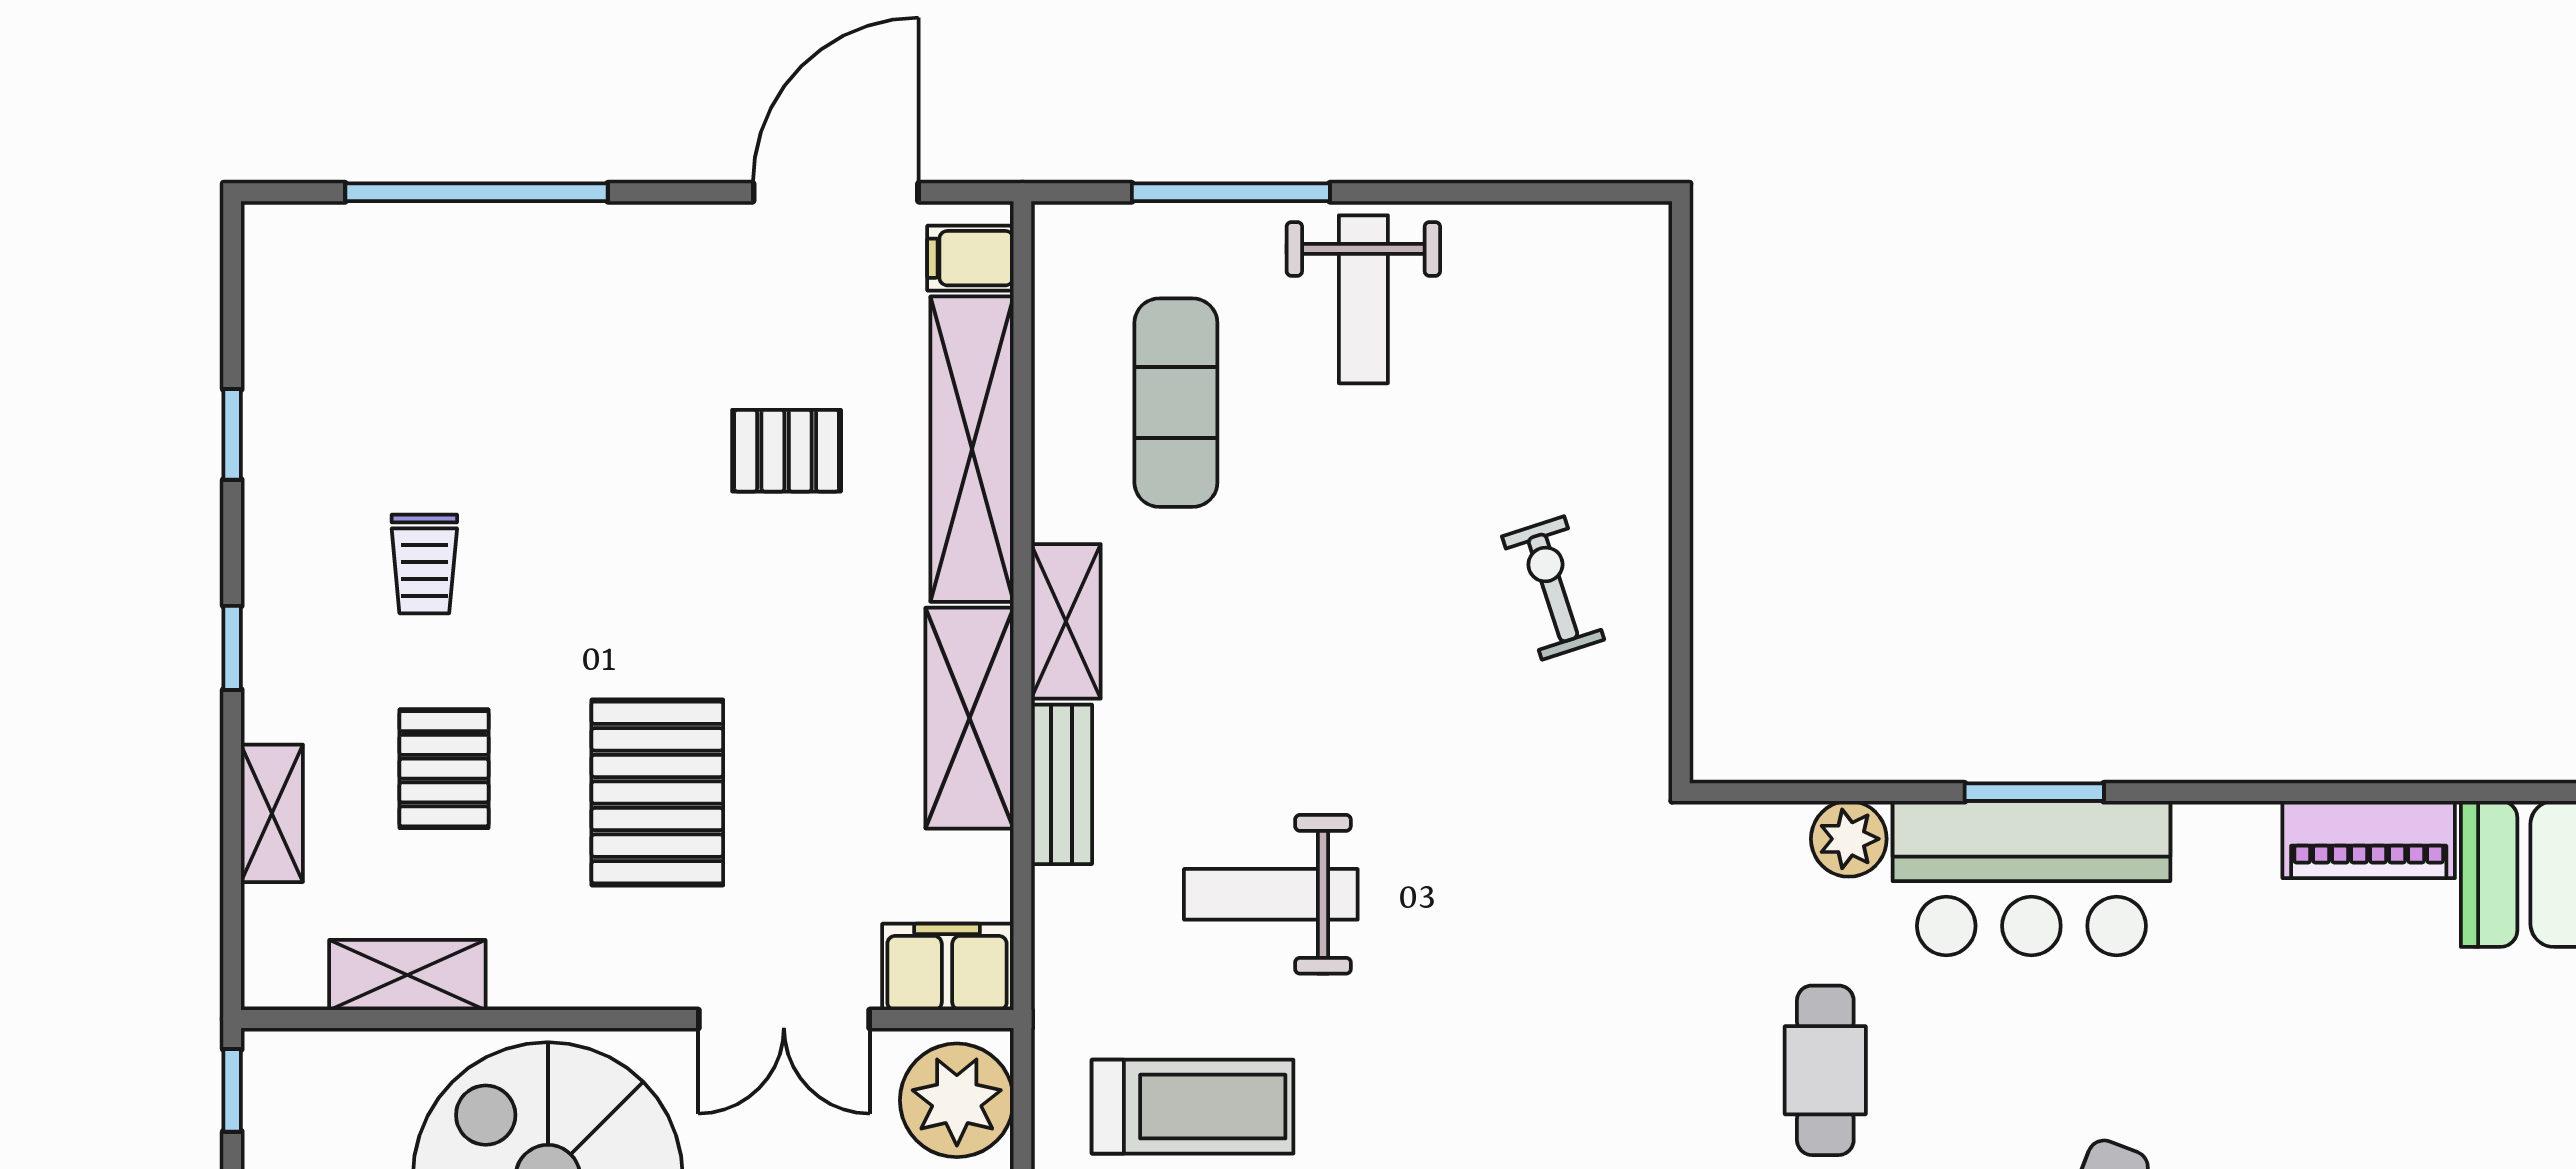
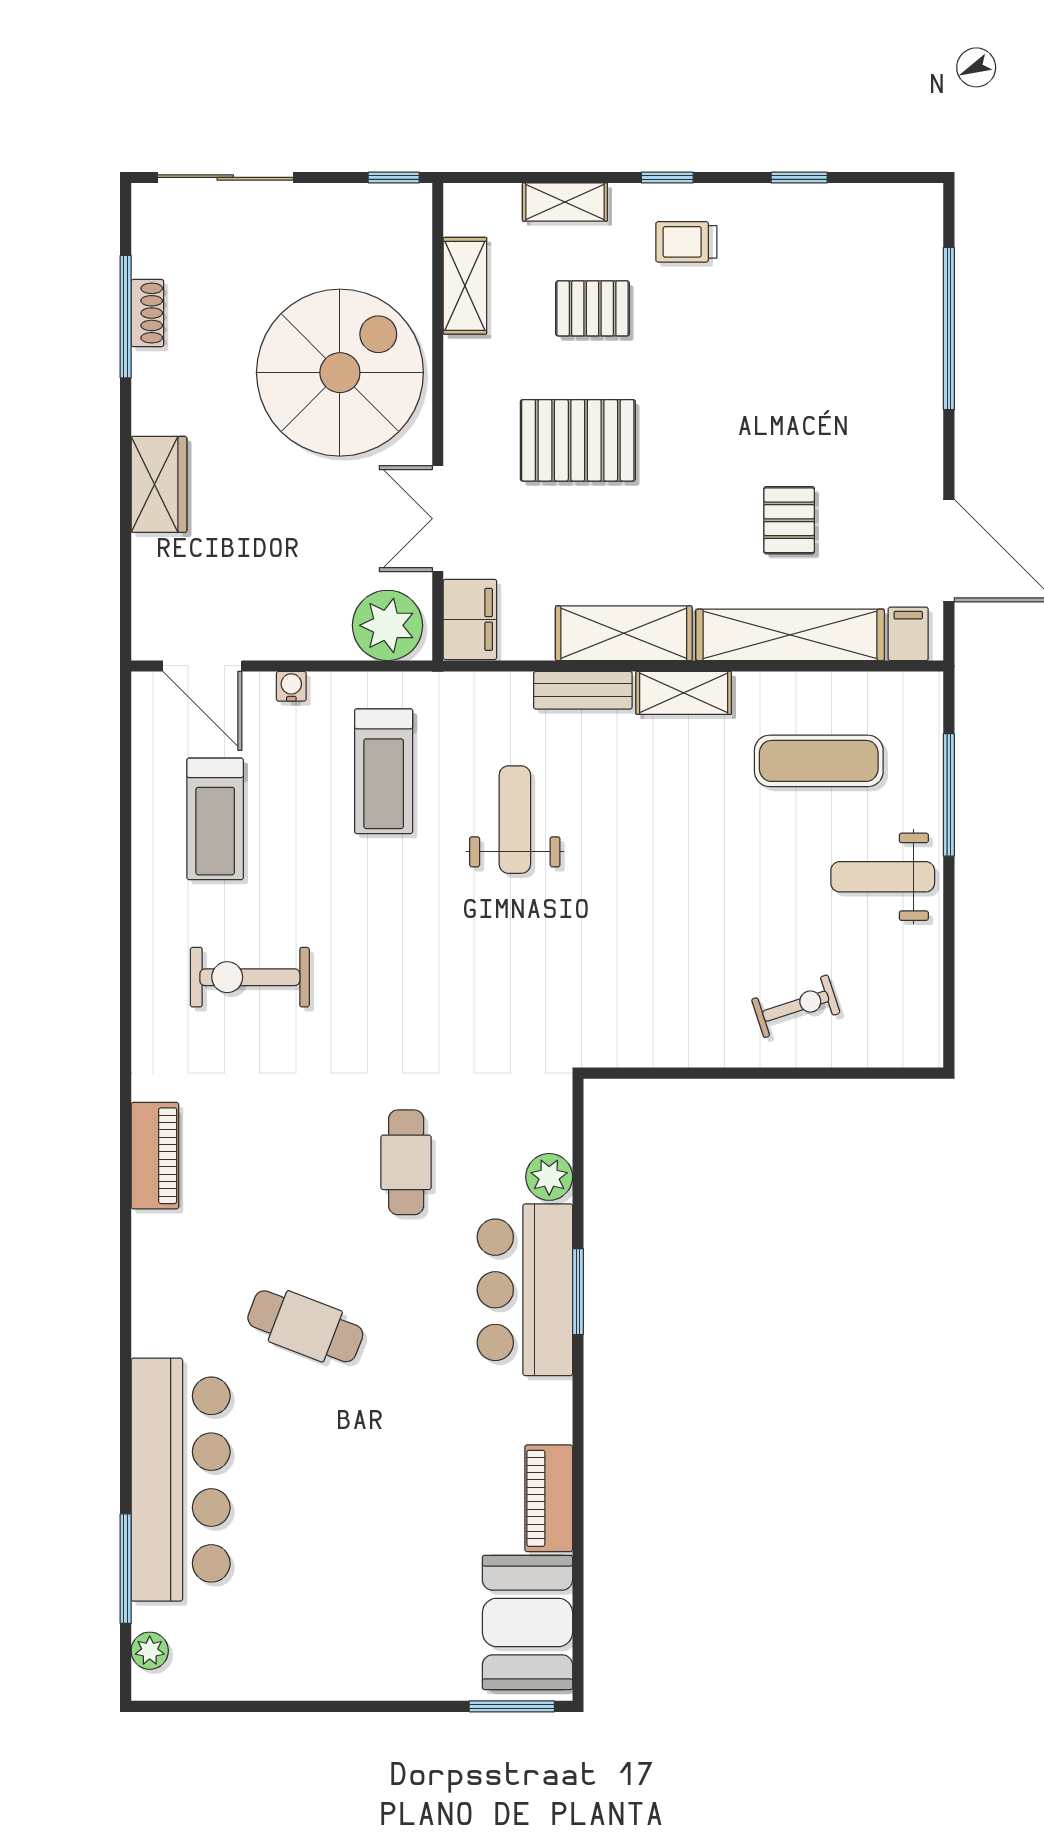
trolley: (424, 564) -> (686, 242), moved
exercise bike: (1553, 588) -> (796, 1006), moved
cafe table: (1825, 1070) -> (406, 1162), turned 90

